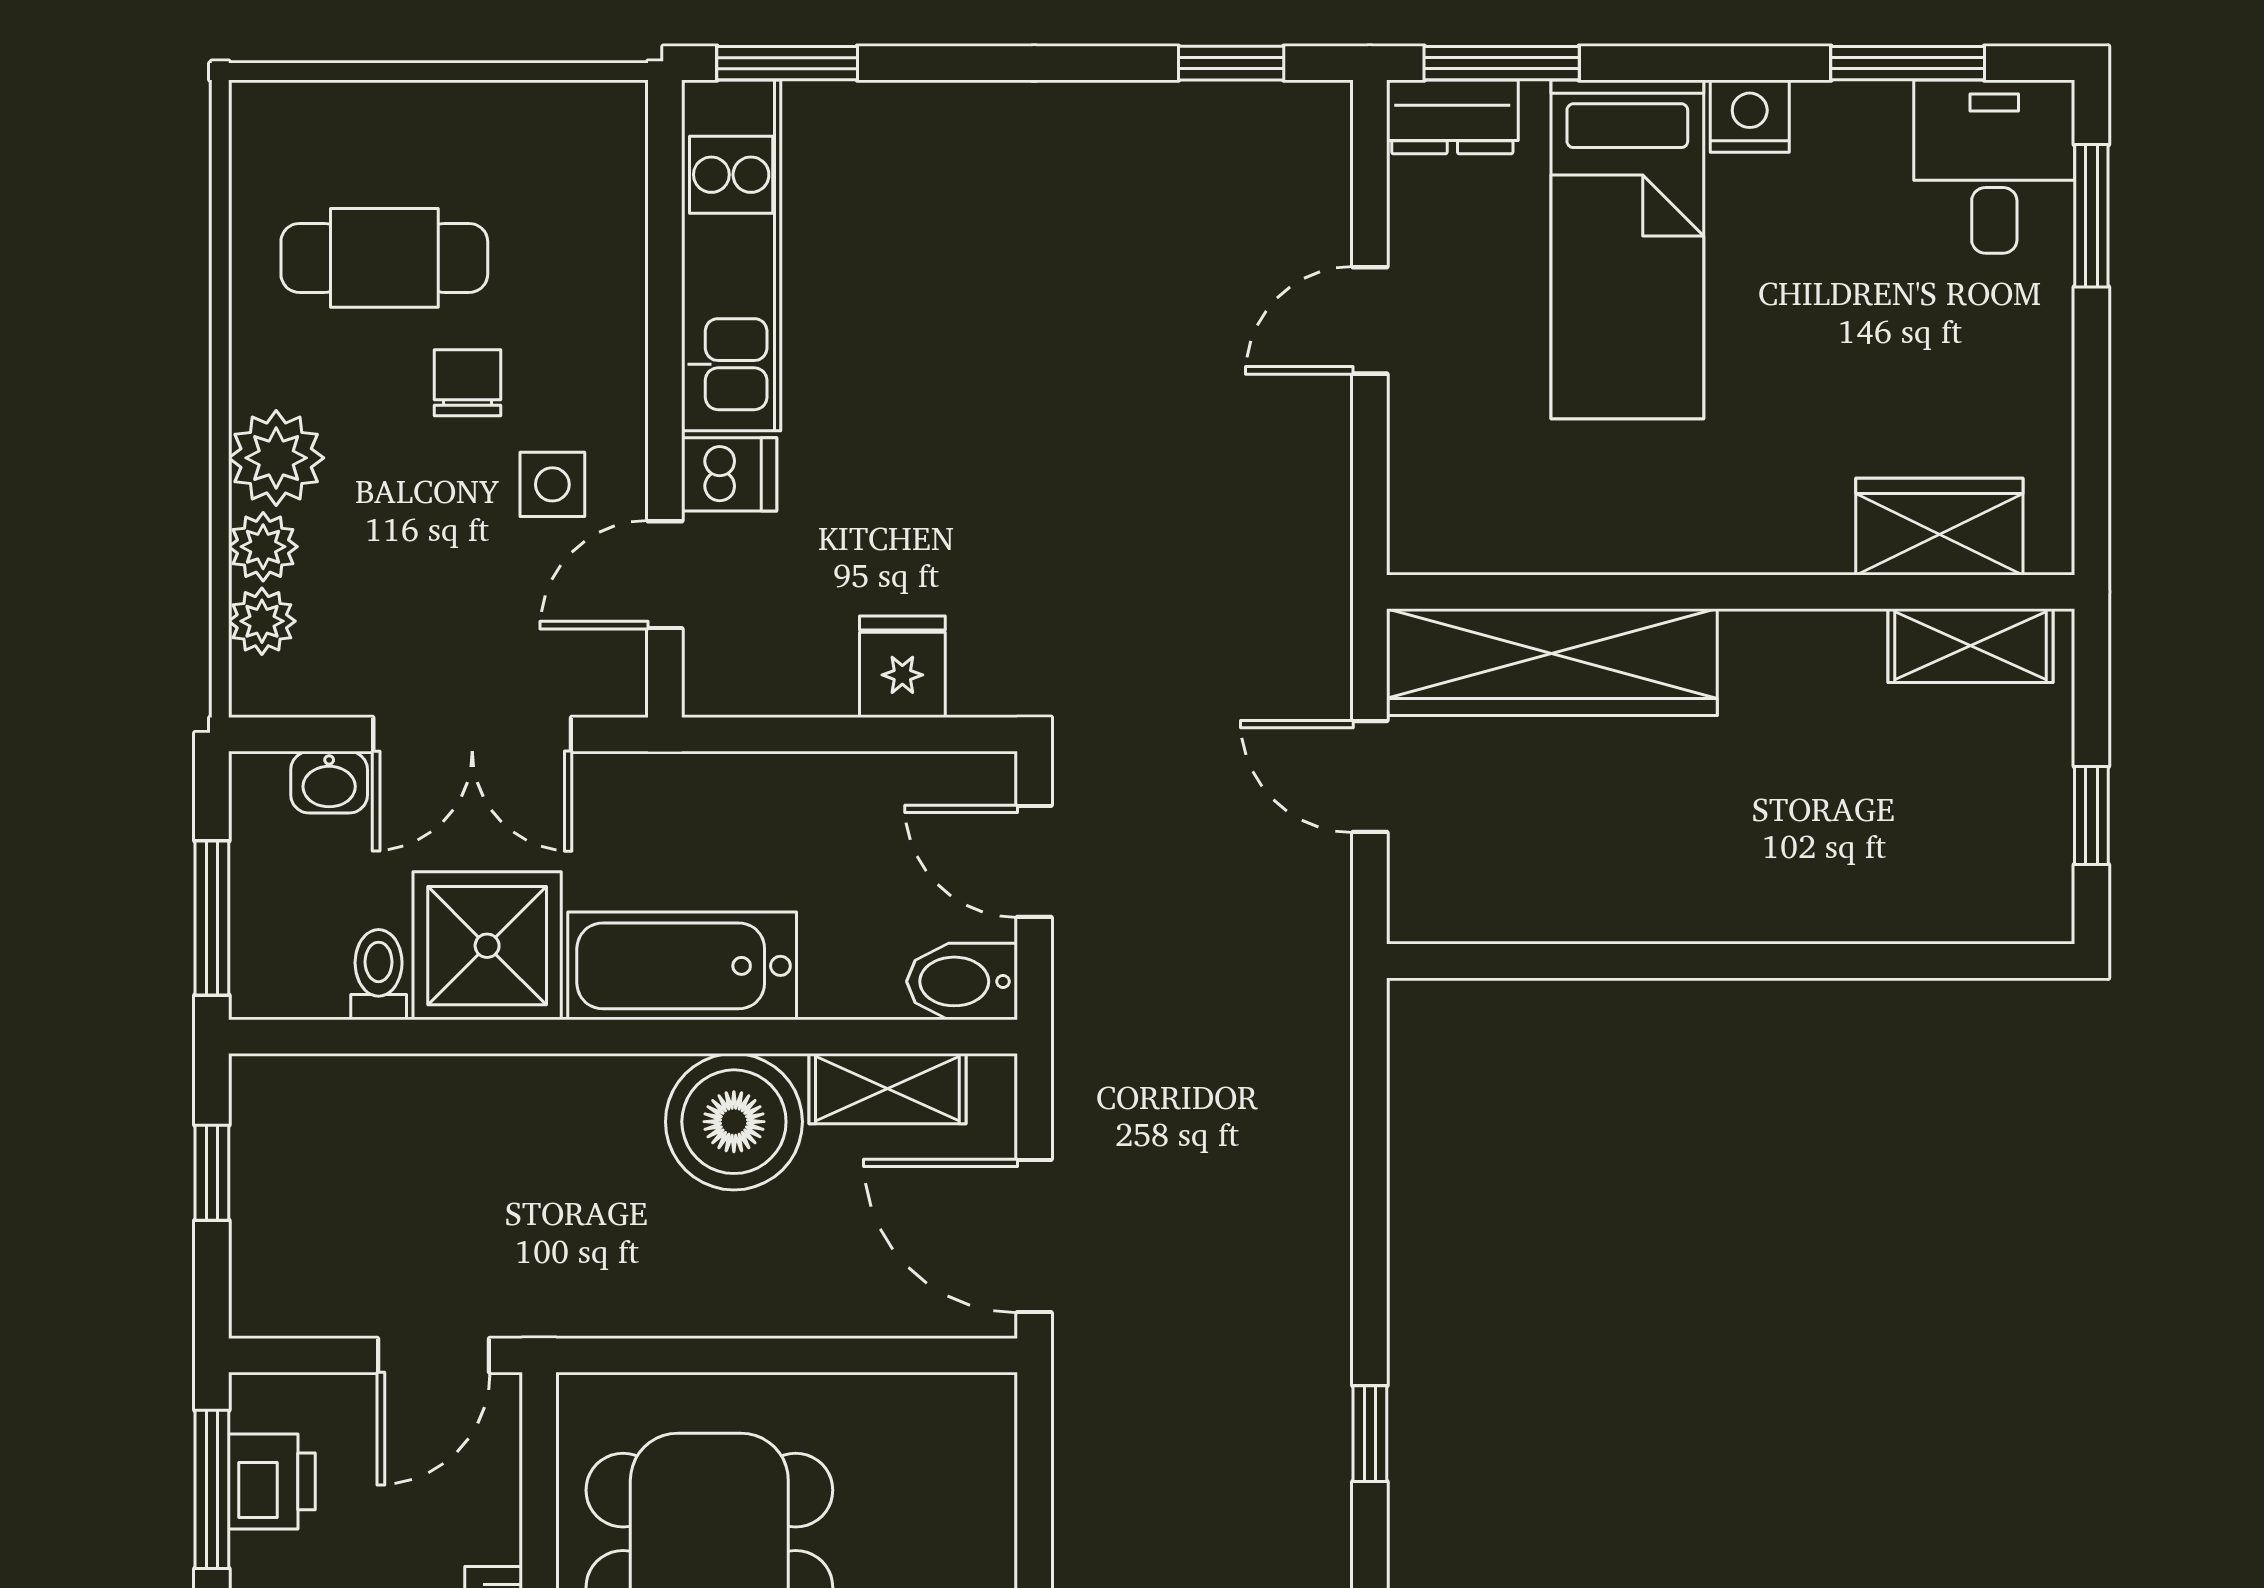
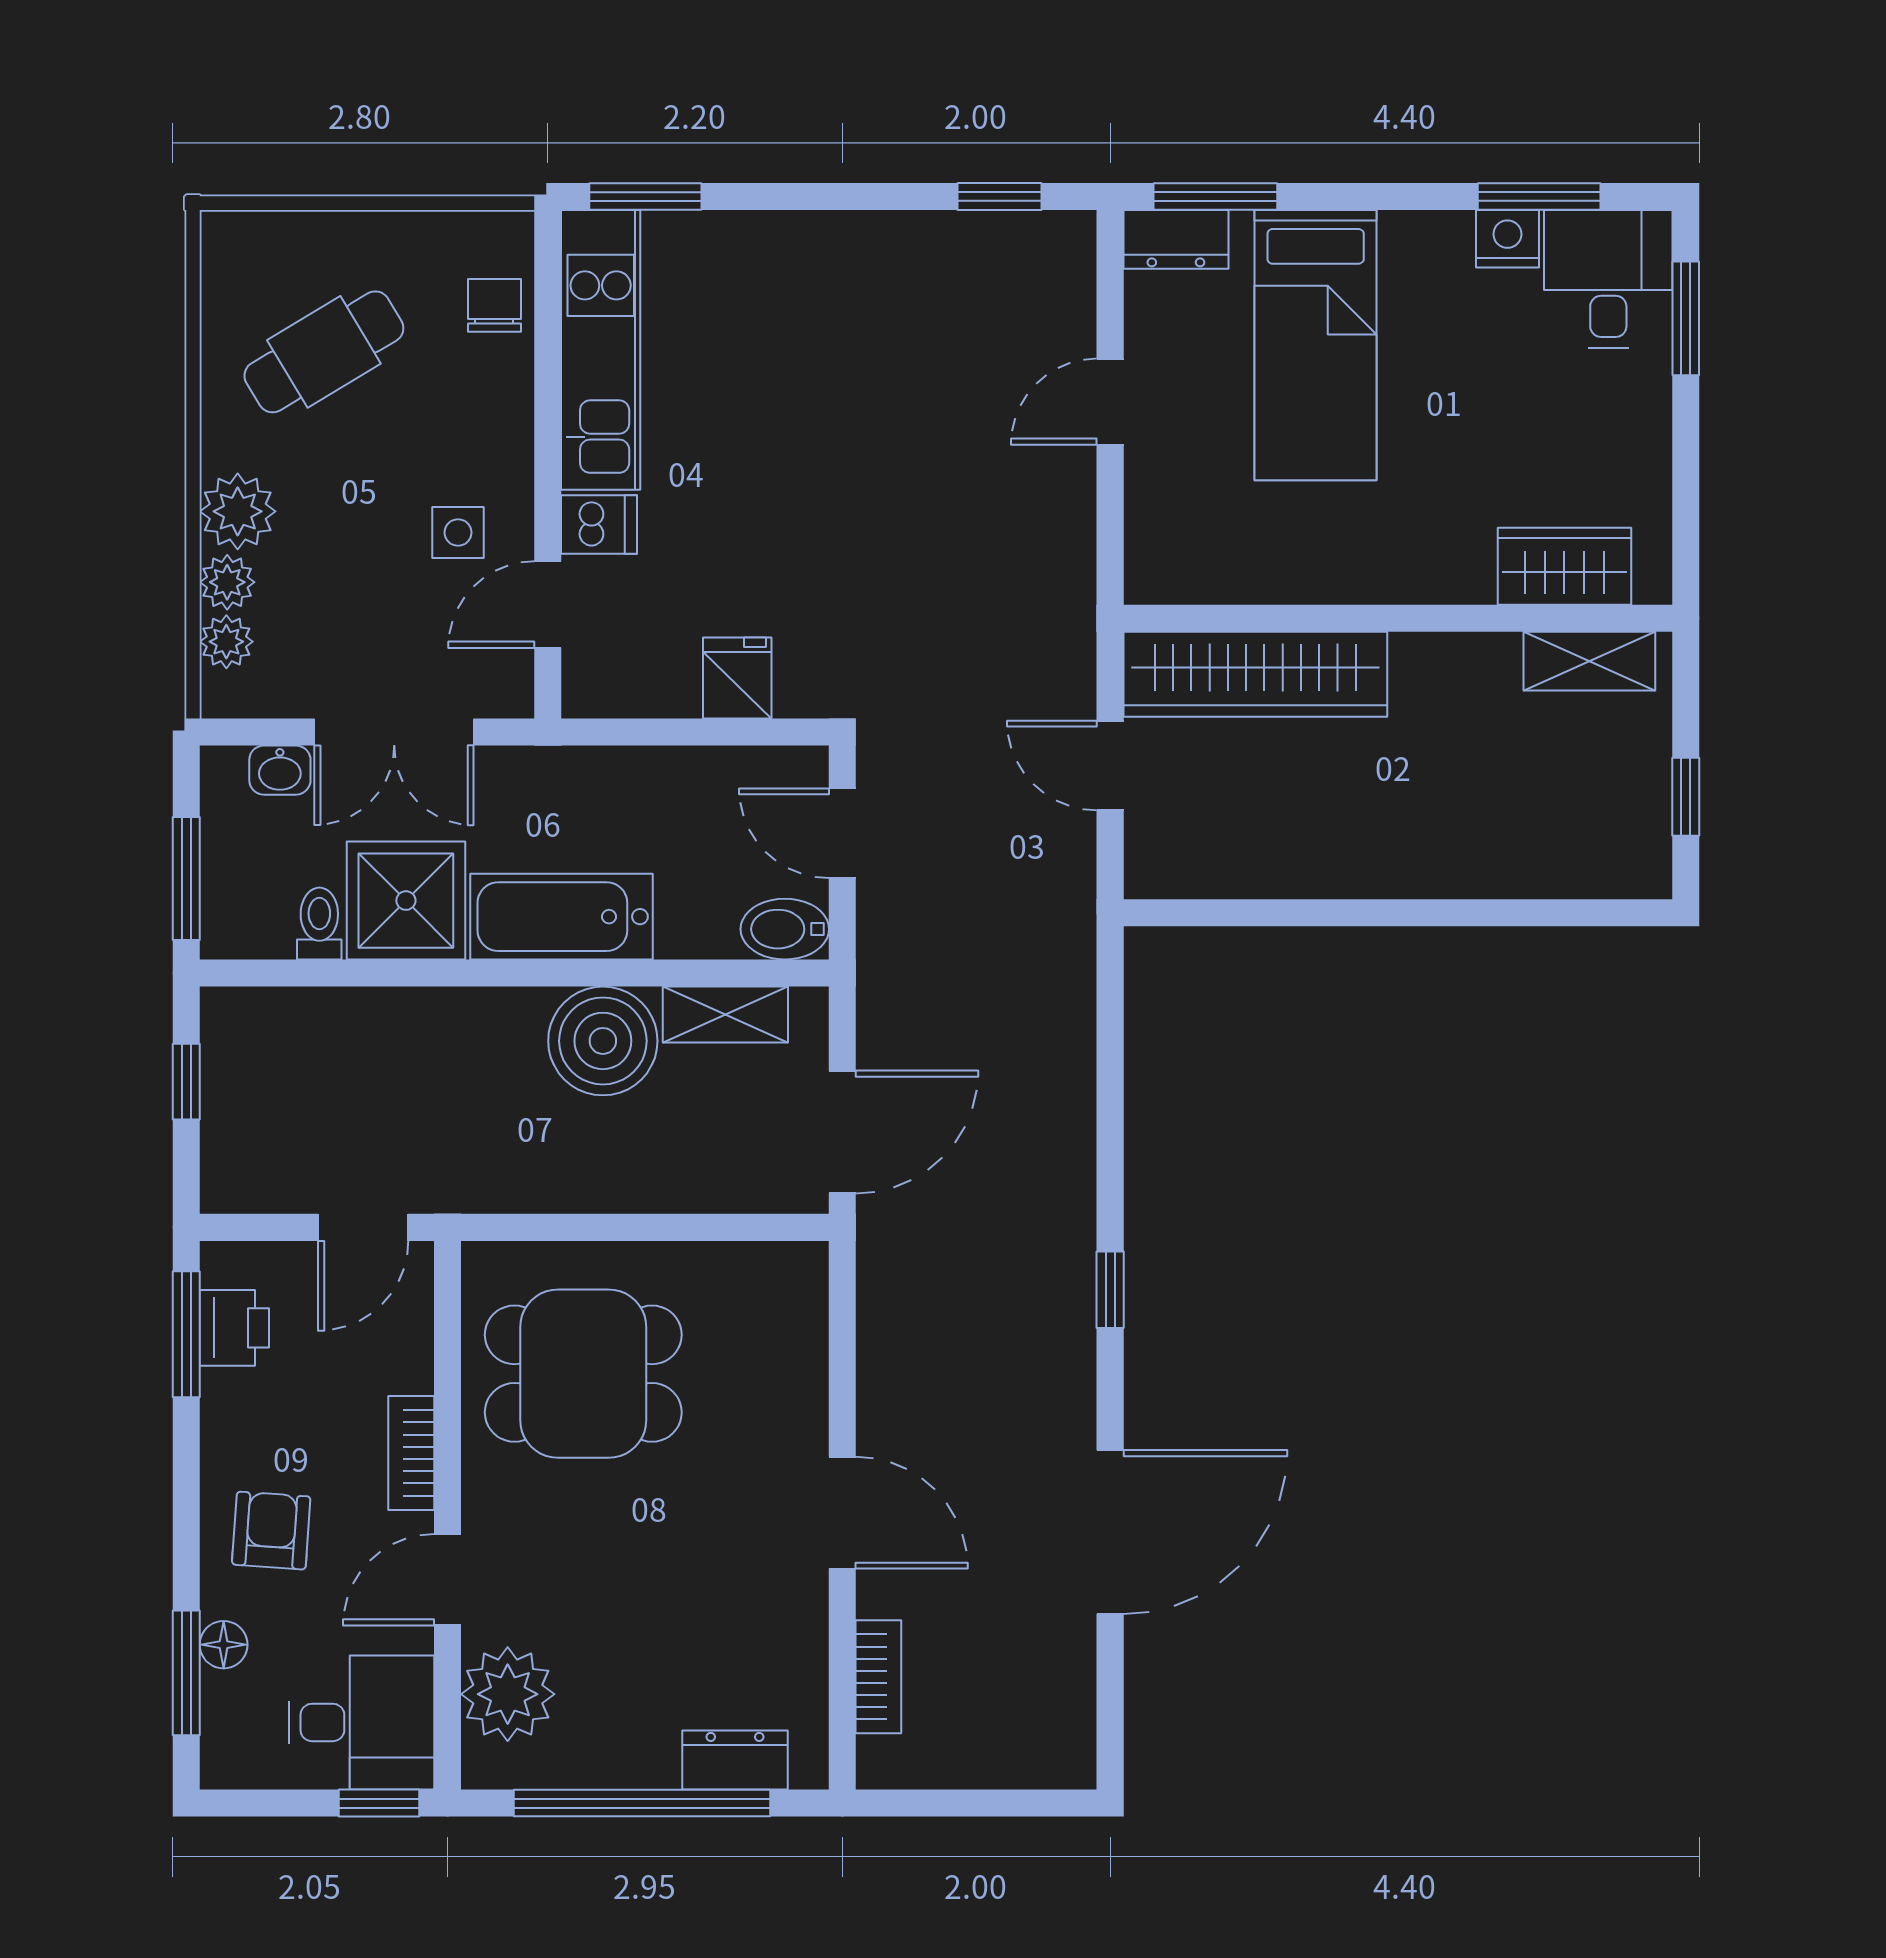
nightstand: (1750, 116) -> (1507, 239), moved
cafe table: (384, 258) -> (324, 352), turned -31
chair: (467, 383) -> (494, 305), moved
door: (1034, 1236) -> (842, 1132), swing flipped

